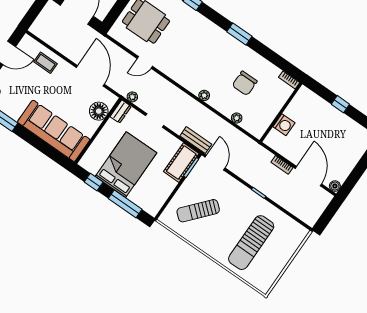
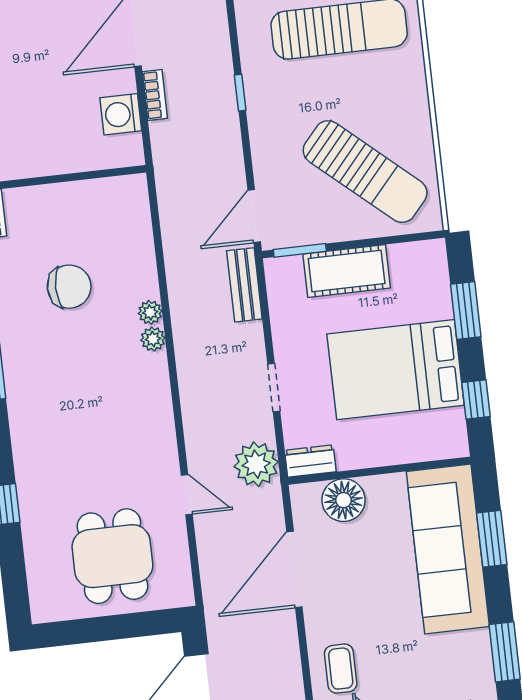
plant: (132, 97) -> (256, 464), width x1.87, depth x1.87
plant: (237, 118) -> (150, 312), moved
washing machine: (284, 125) -> (121, 114), moved, turned -90
window: (45, 148) -> (492, 539), added
cot: (181, 163) -> (347, 271), moved
window: (125, 204) -> (466, 310), width x0.69
sun lounger: (198, 211) -> (365, 172), width x1.36, depth x1.34

